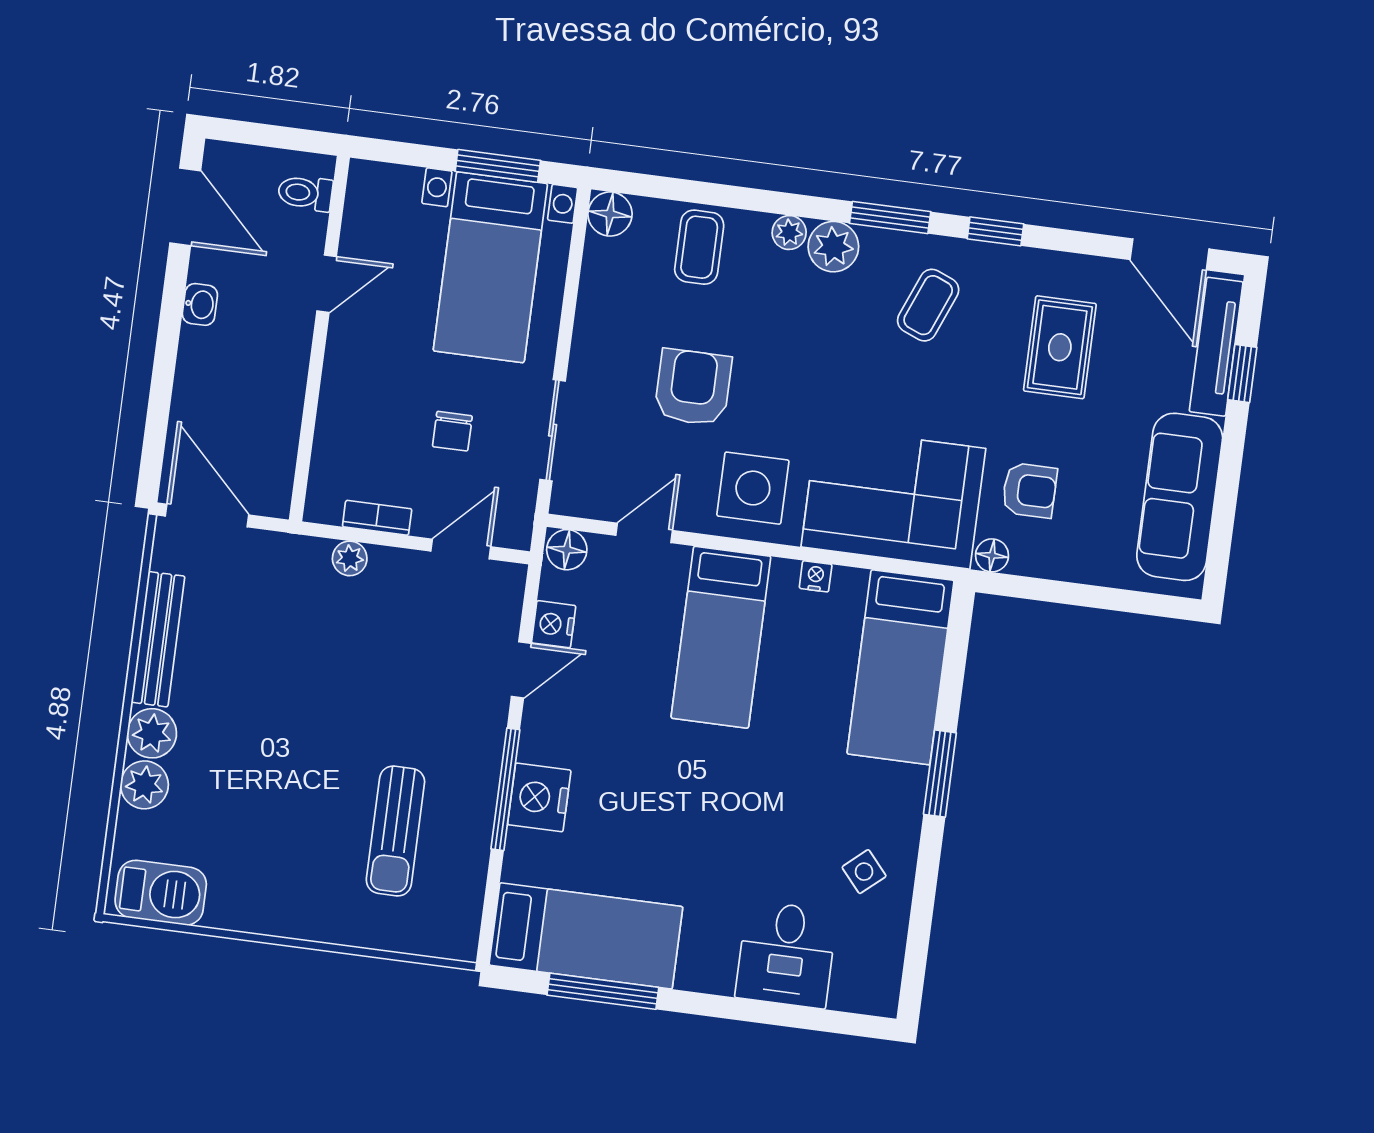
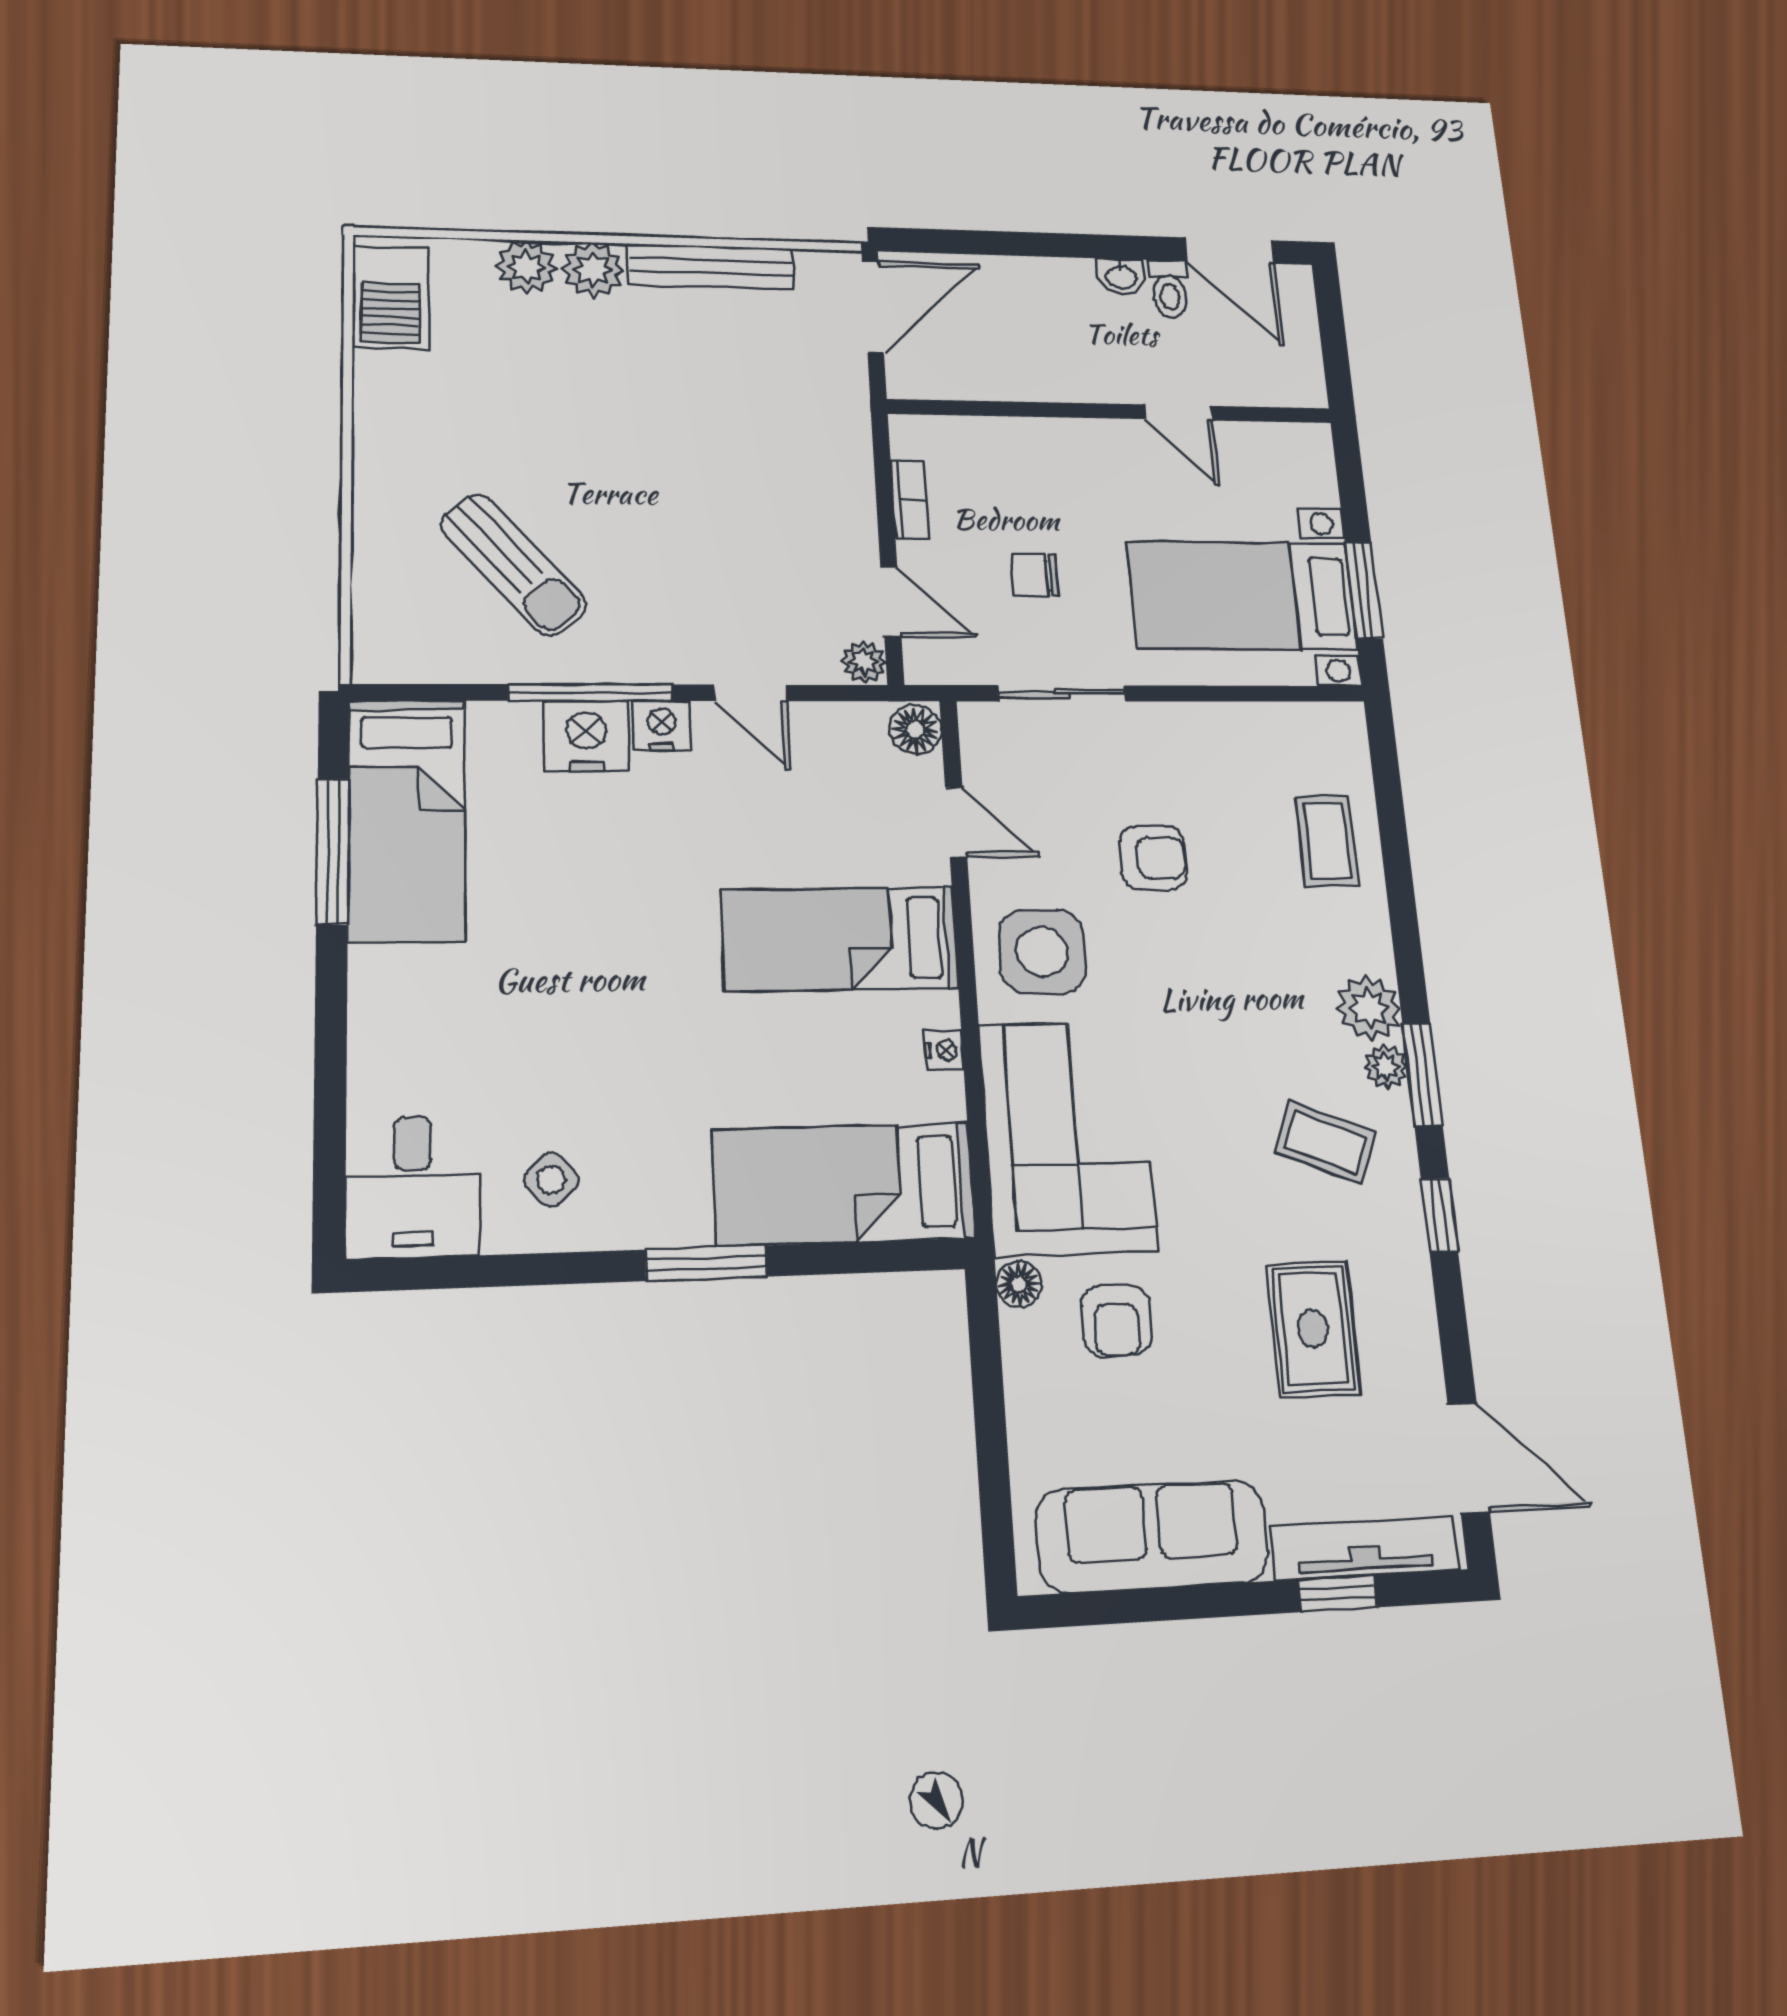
toilet: (305, 193) -> (1169, 289), moved, turned 180
door: (185, 207) -> (1229, 251), hinge flipped
floor lamp: (610, 214) -> (1340, 728), removed
plant: (789, 232) -> (1386, 1067), moved
coffee table: (699, 247) -> (1327, 841), turned 90
door: (1170, 254) -> (1469, 1458), swing flipped
rug: (1060, 347) -> (1313, 1329), turned 90
armchair: (693, 387) -> (1153, 858), width x0.72, depth x0.72
plant: (350, 558) -> (864, 662), moved
nightstand: (554, 624) -> (662, 726), moved
sun lounger: (395, 831) -> (513, 565), turned -131
desk: (786, 954) -> (413, 1187), moved, turned -90

